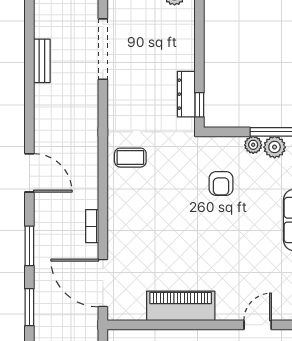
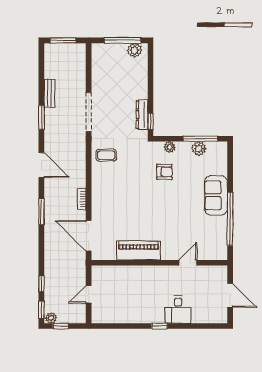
doorway: (103, 49) -> (89, 112), moved
plant: (253, 145) -> (170, 147), moved
armchair: (221, 184) -> (164, 172), turned -90
window: (29, 307) -> (41, 118), moved

